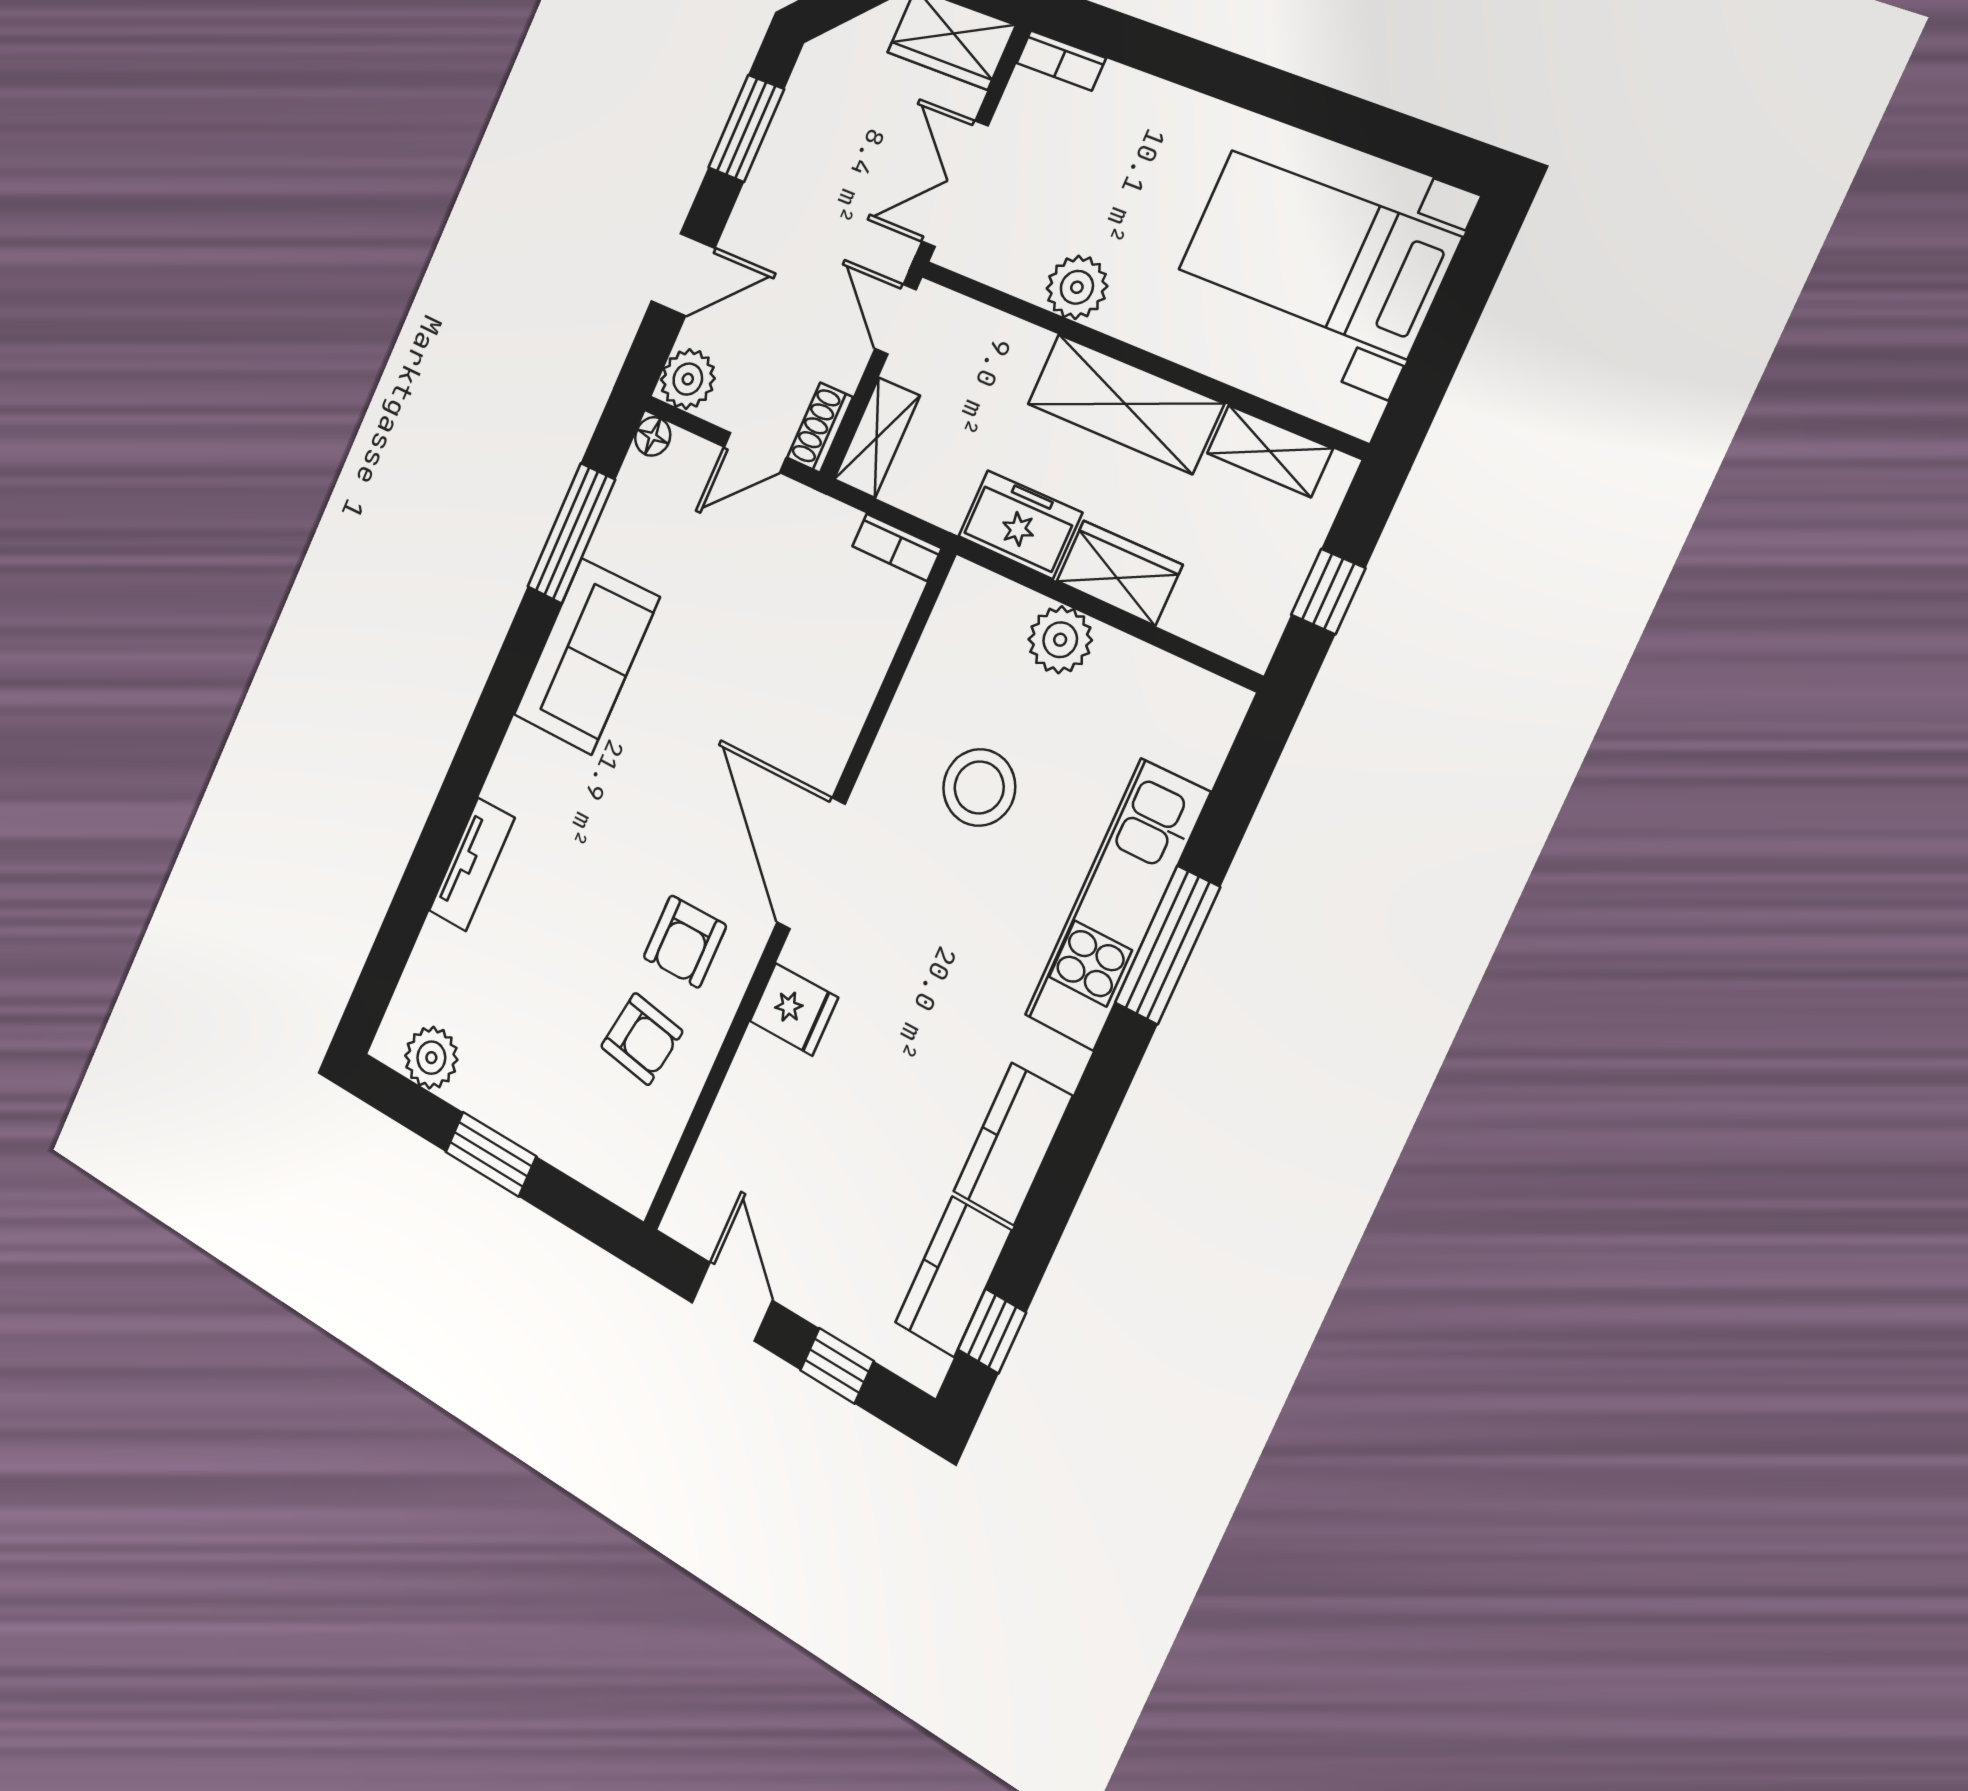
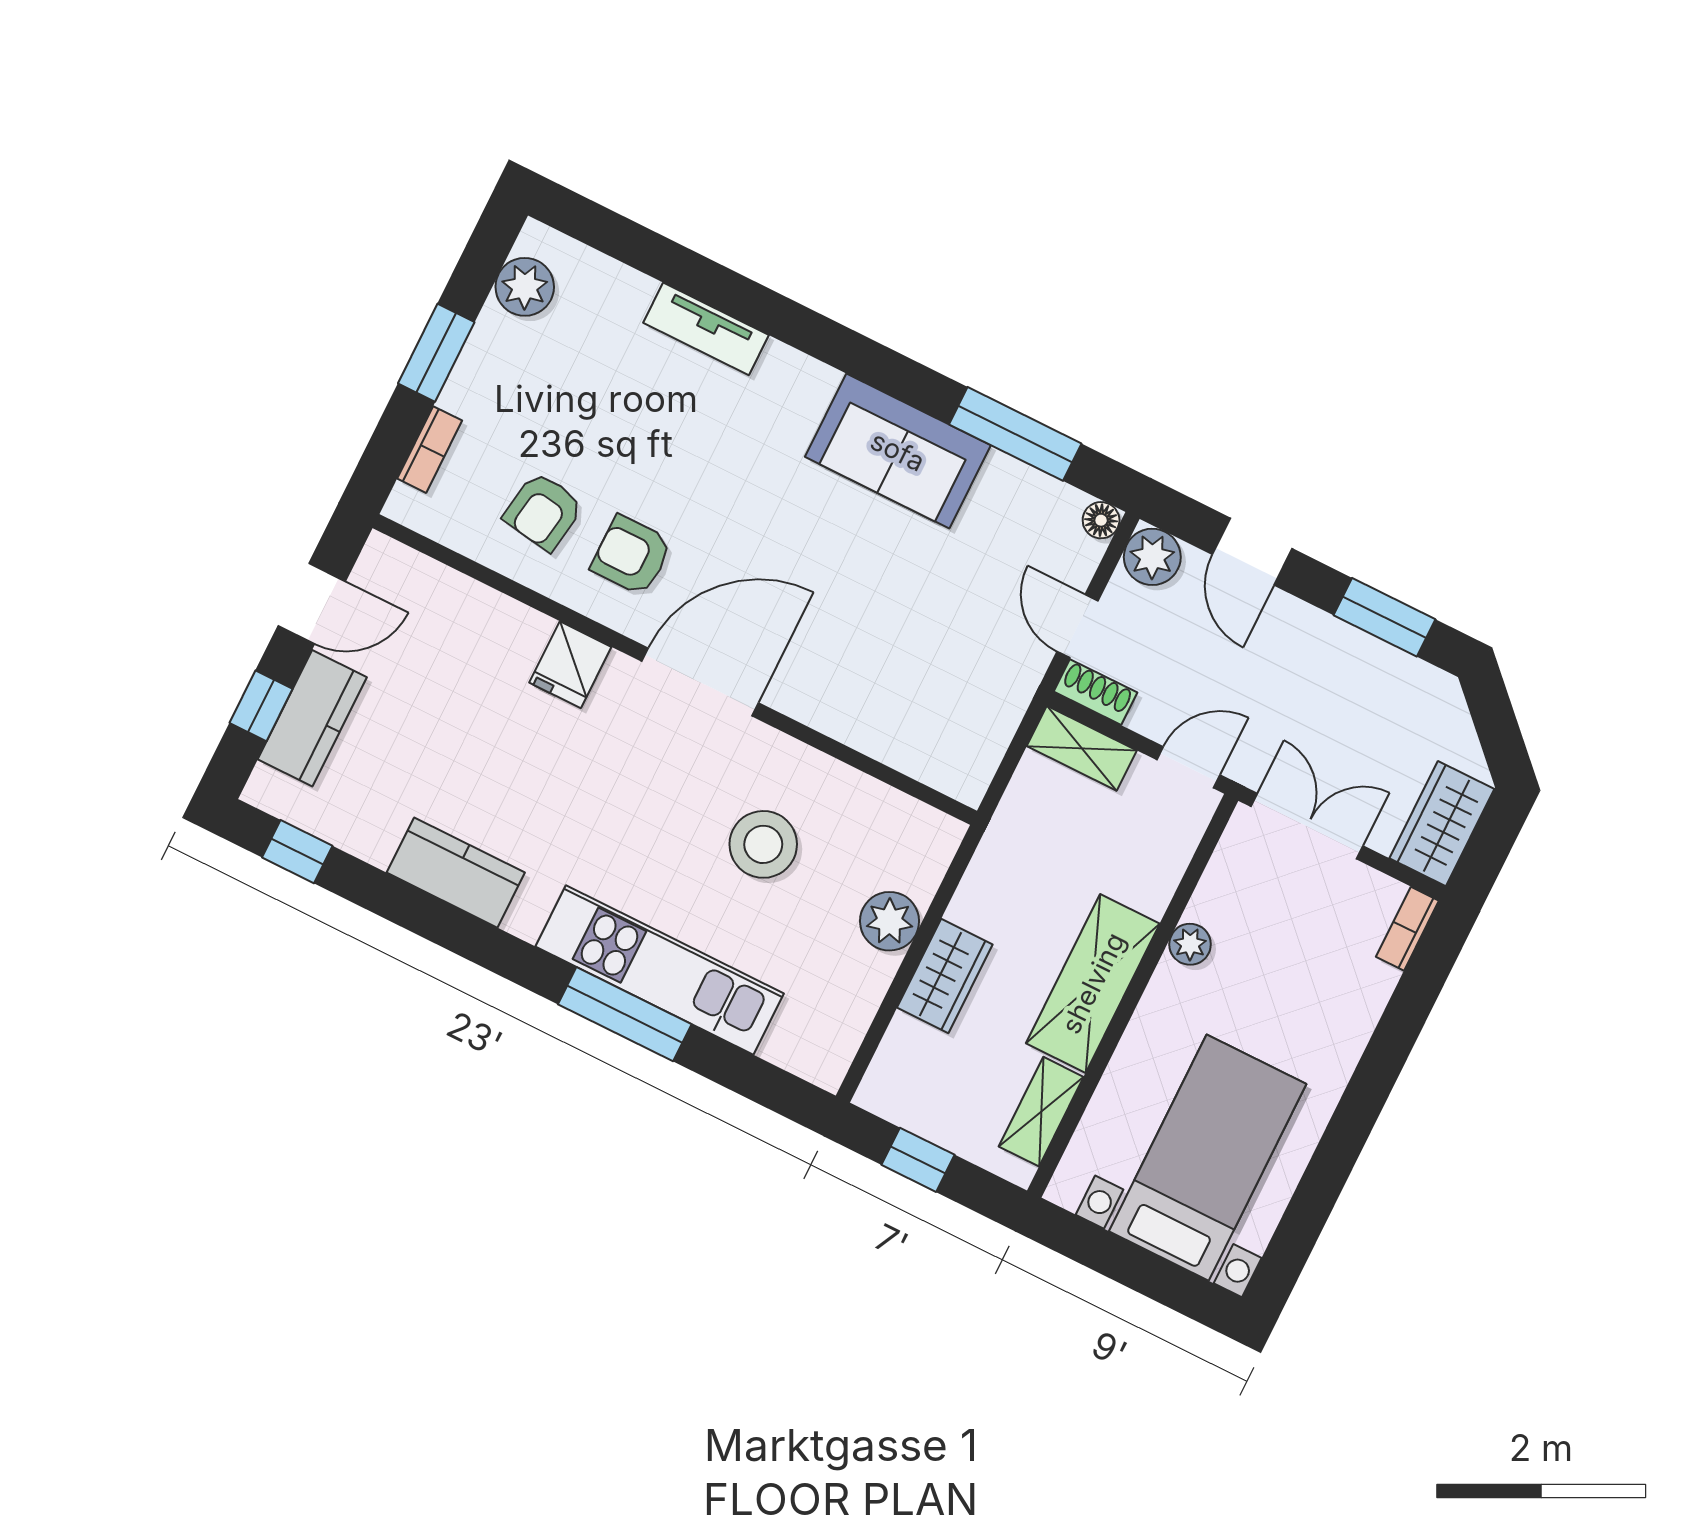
plant: (1077, 287) -> (1190, 944), width x0.73, depth x0.73
freezer: (1020, 524) -> (993, 885), removed
bookcase: (897, 547) -> (430, 450), moved, turned 180
kitchen counter: (953, 1277) -> (312, 718), moved, turned 90

